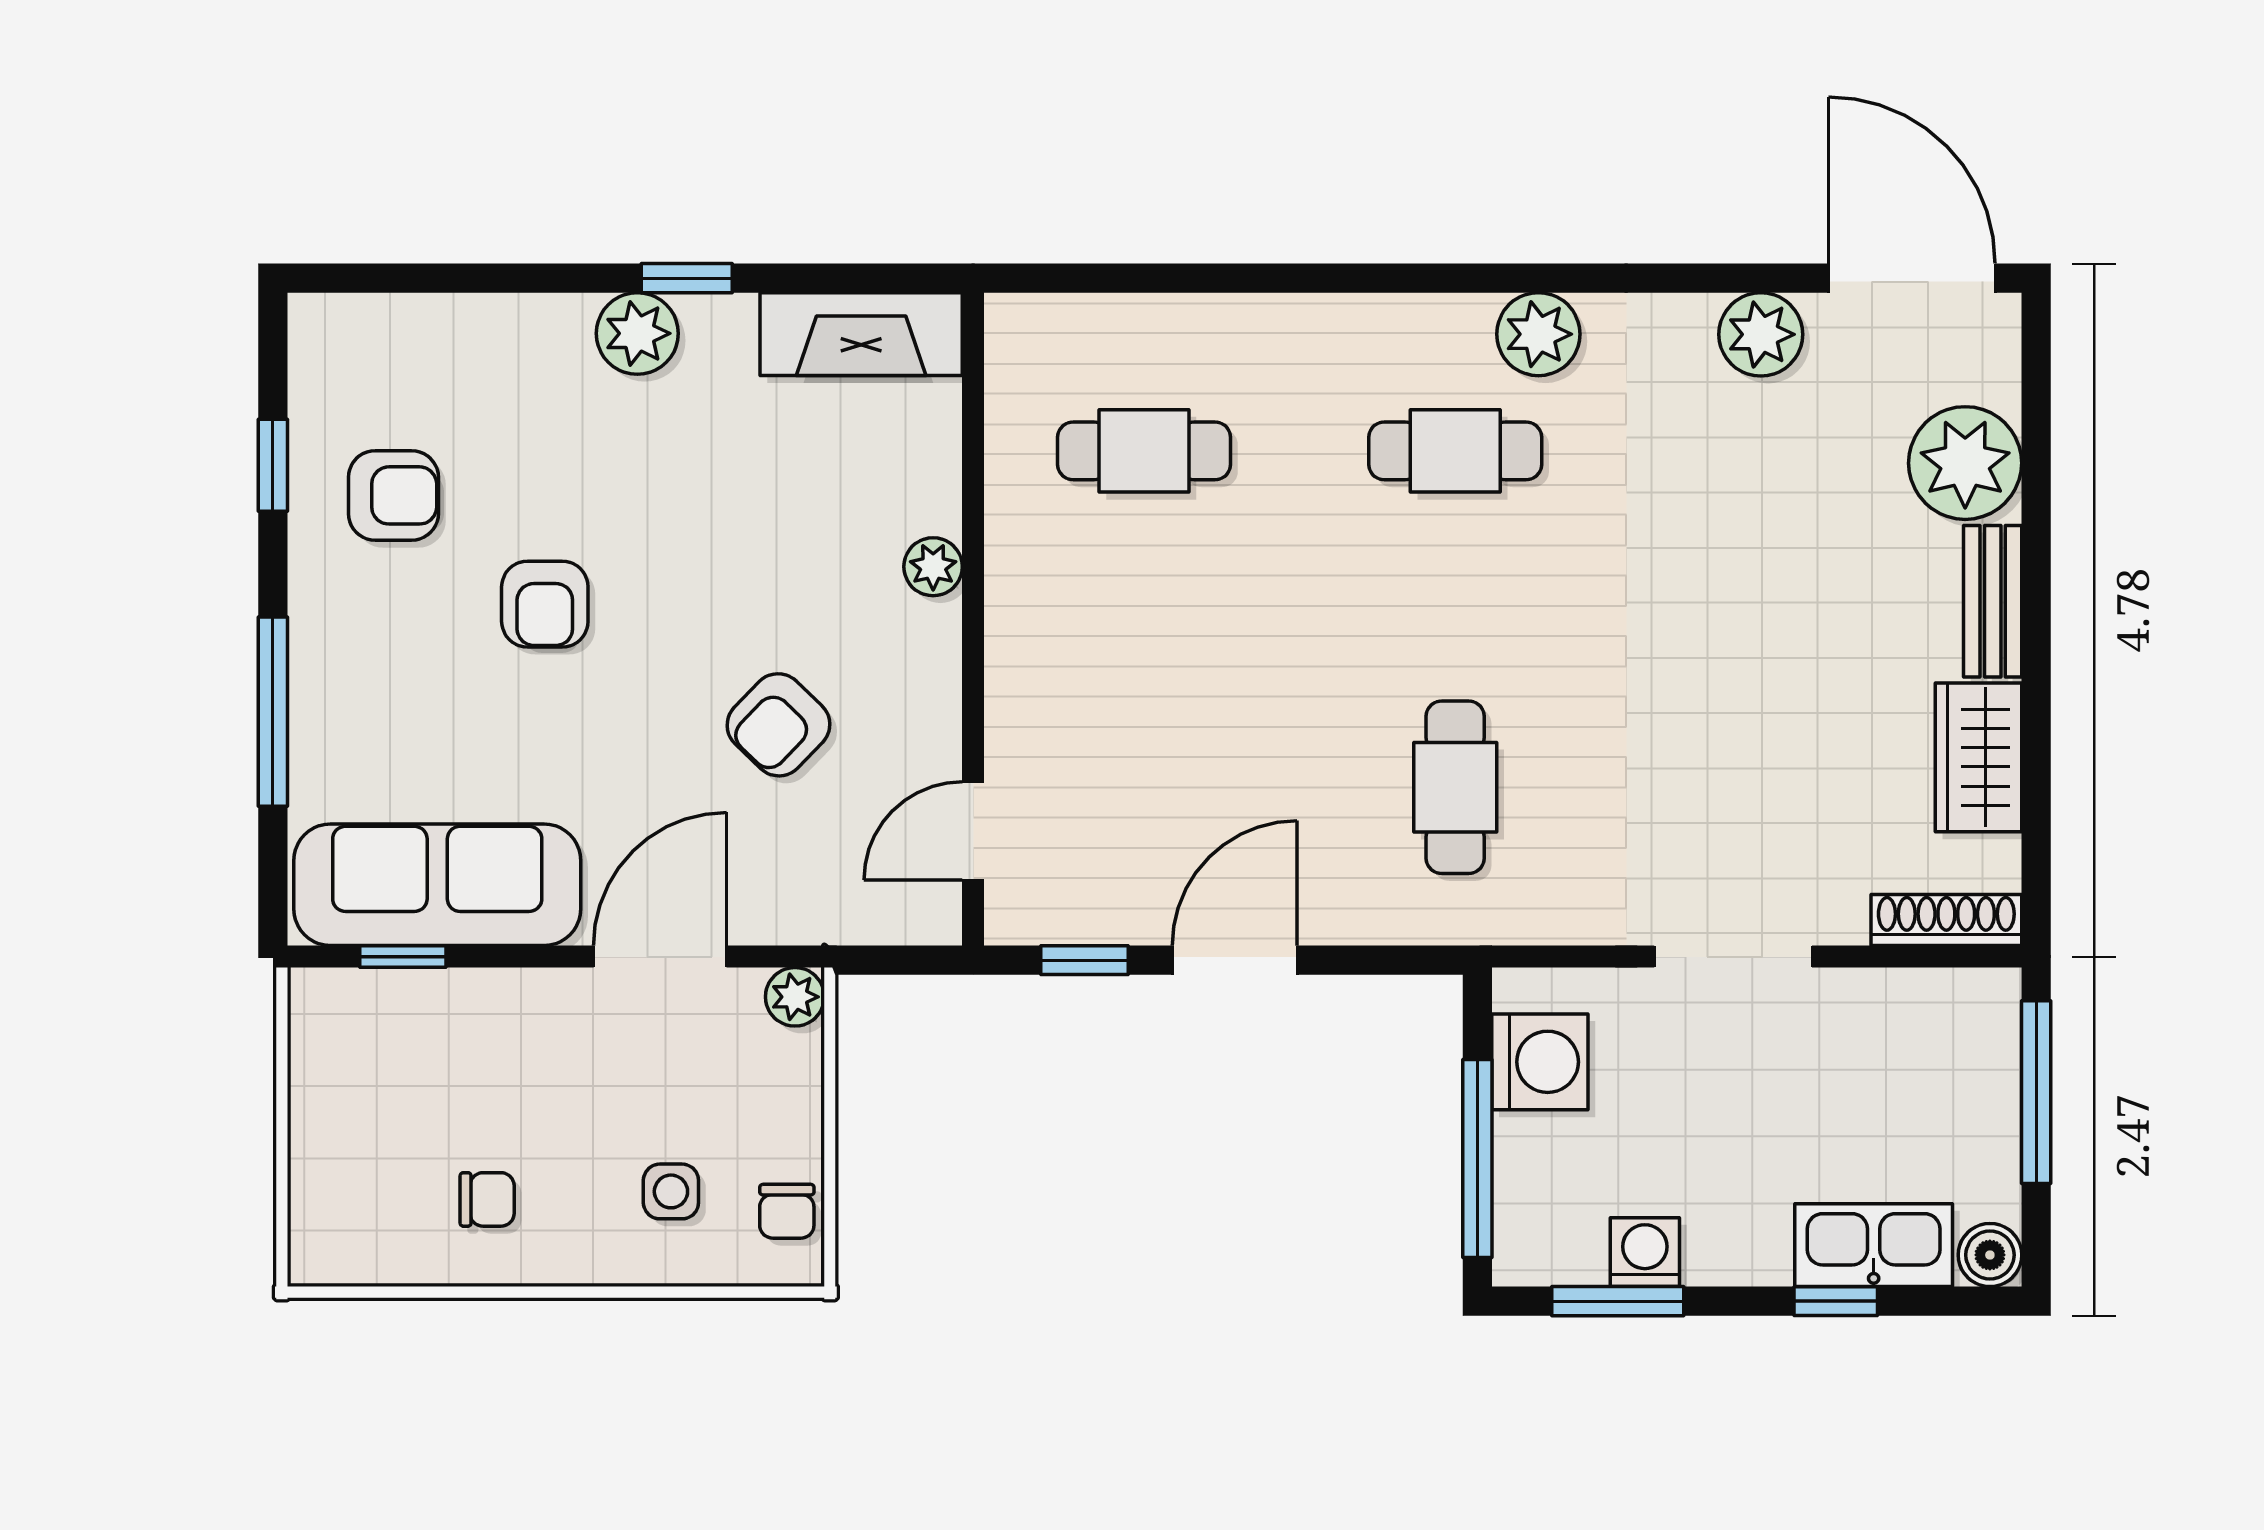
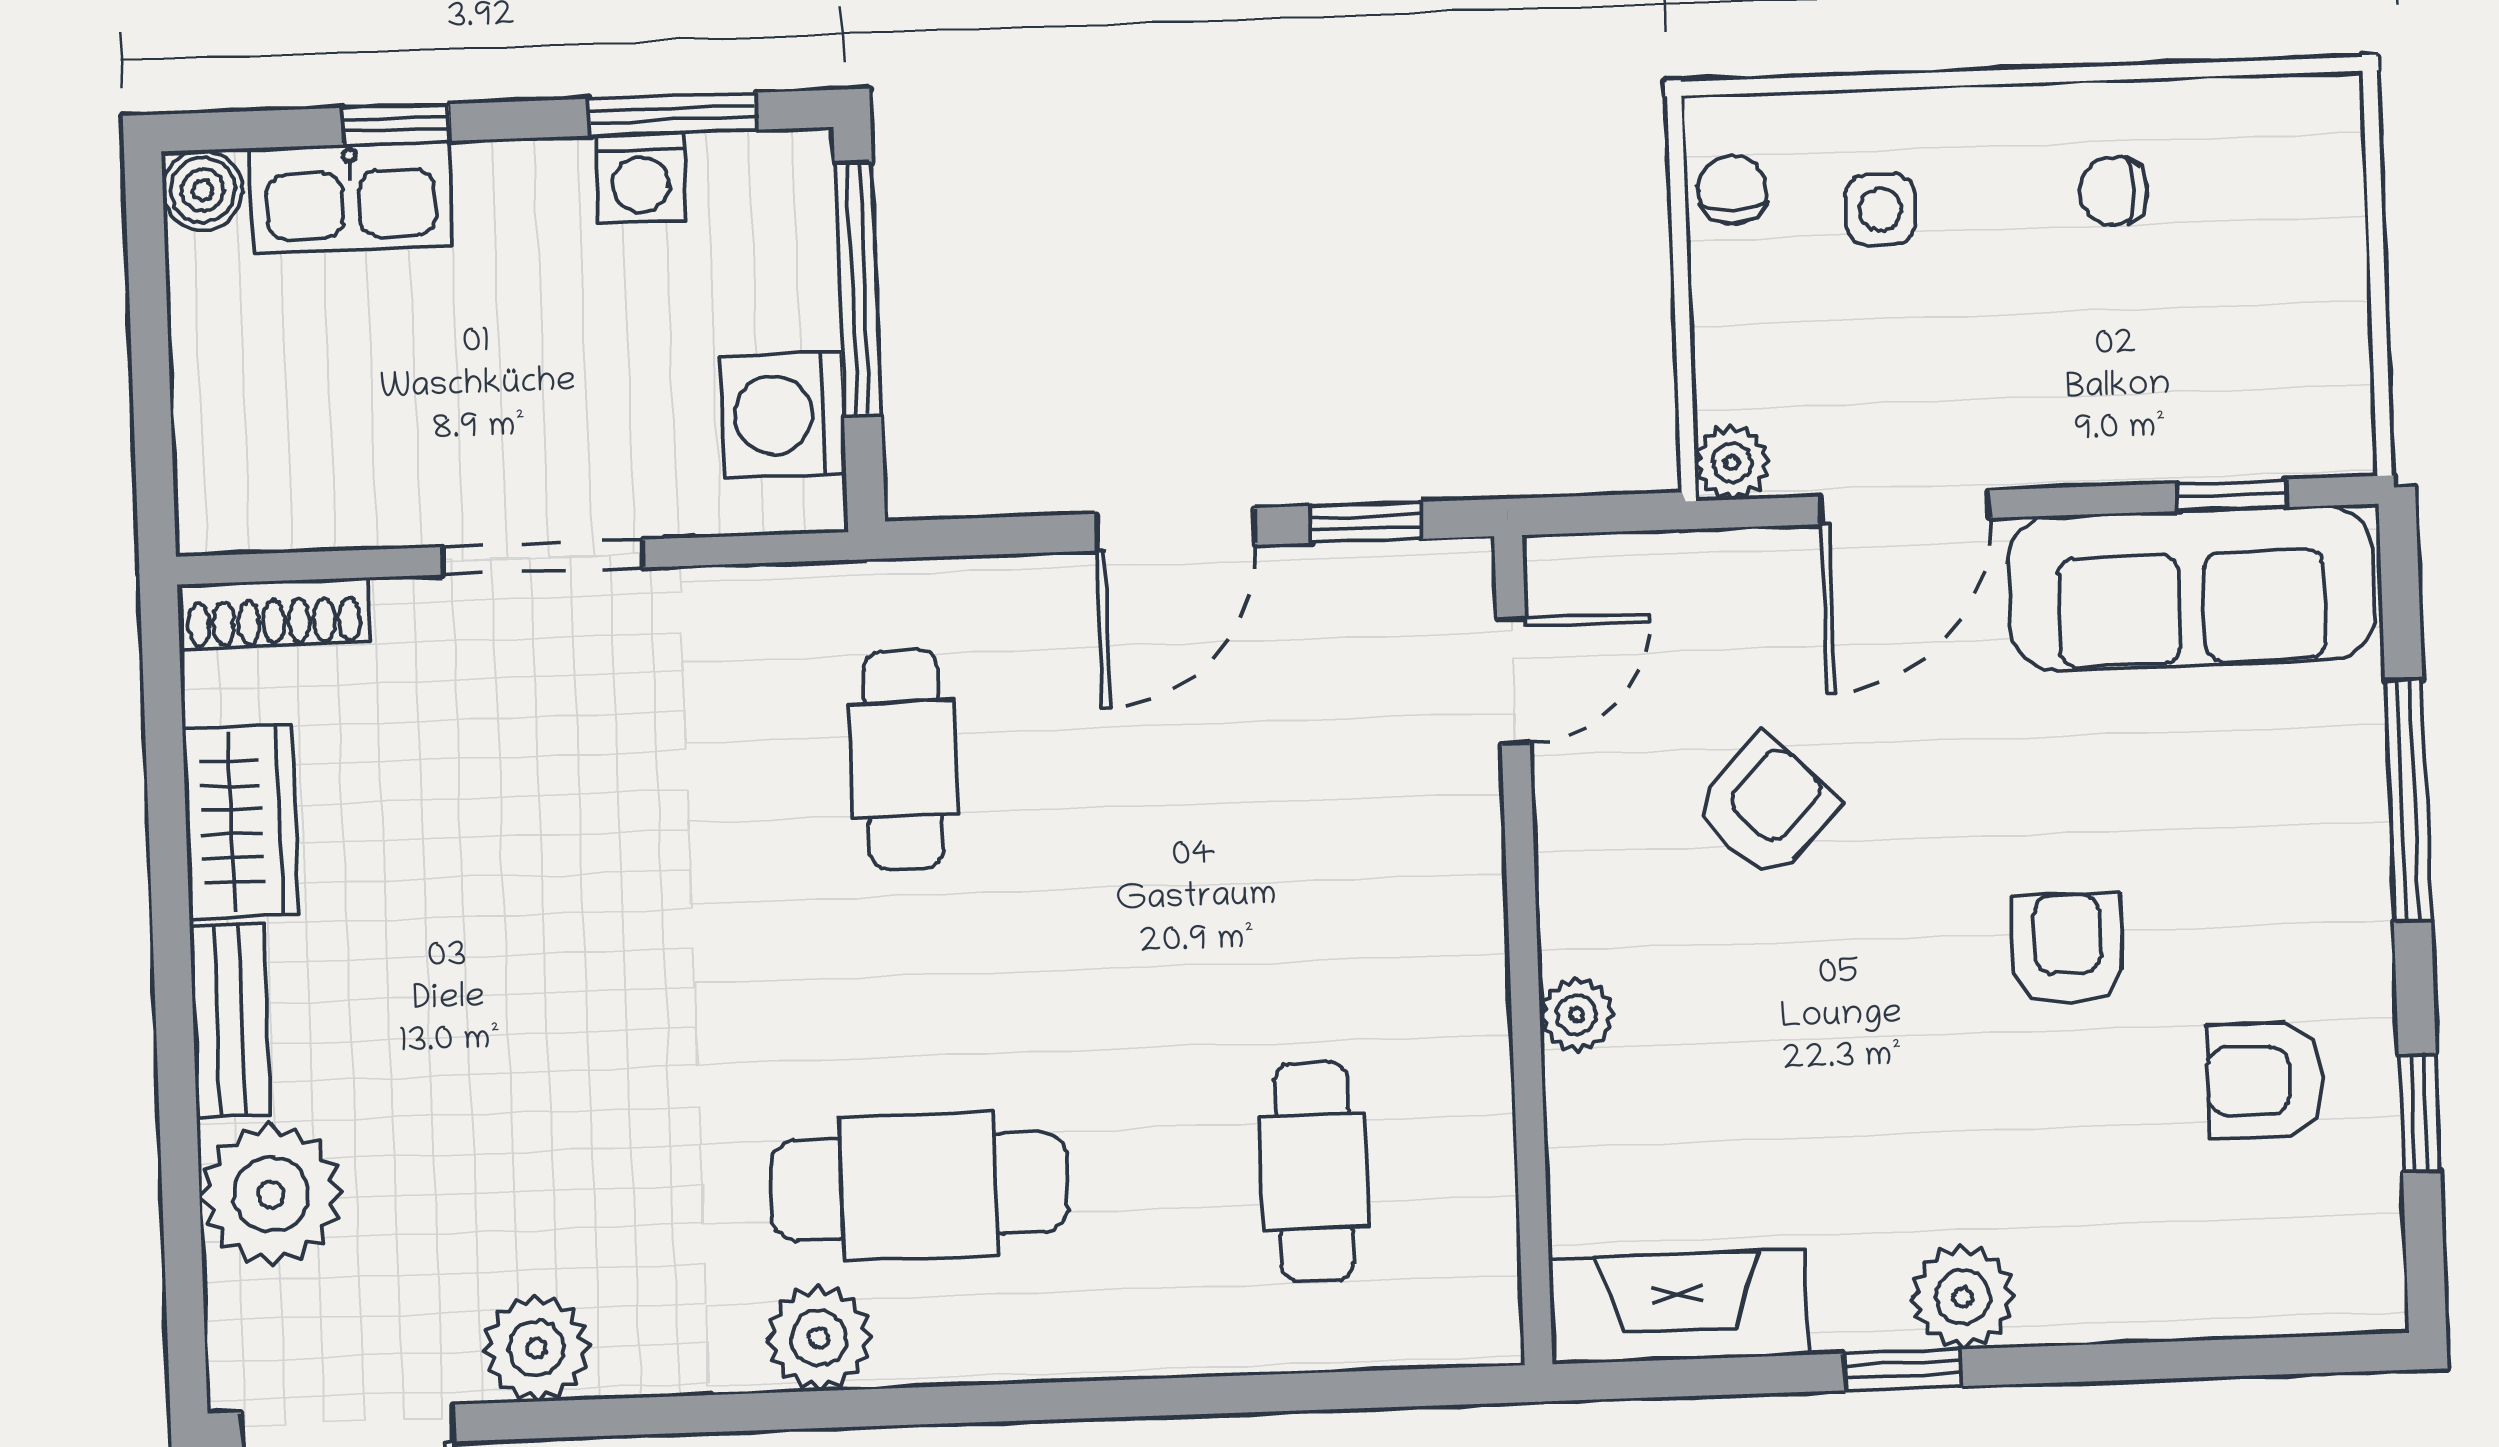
cafe table: (1144, 451) -> (1314, 1172), turned 90
cafe table: (1455, 451) -> (919, 1186), width x1.37, depth x1.35
window: (2036, 1092) -> (152, 399), removed

